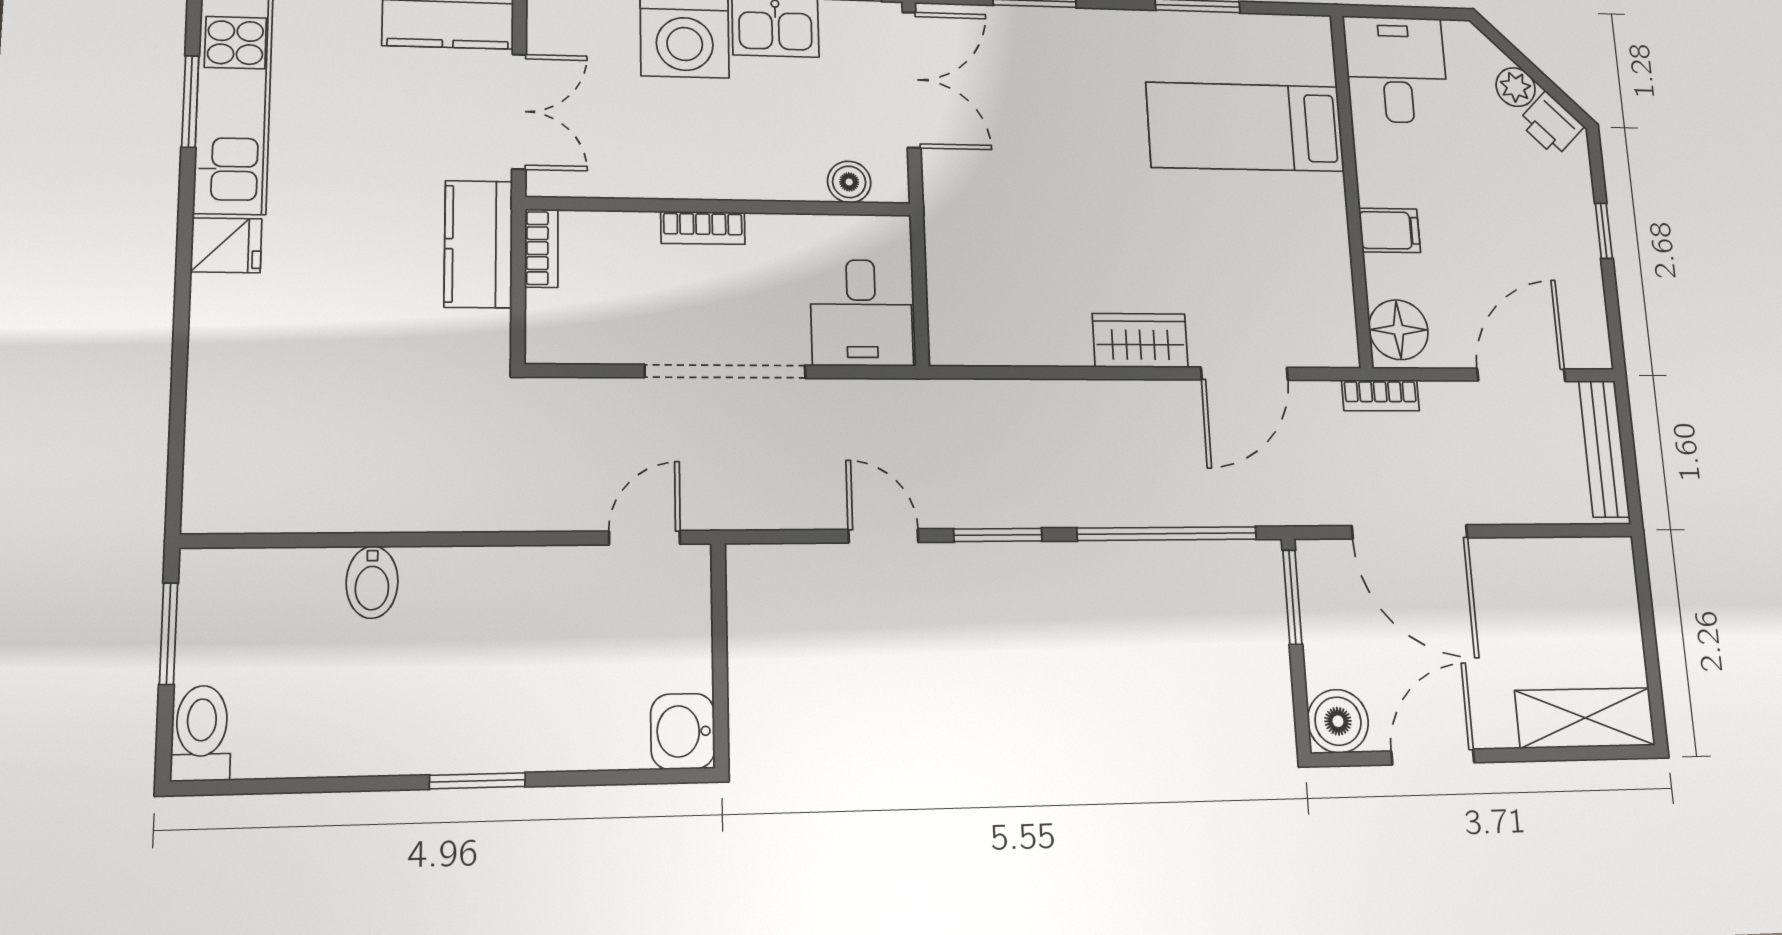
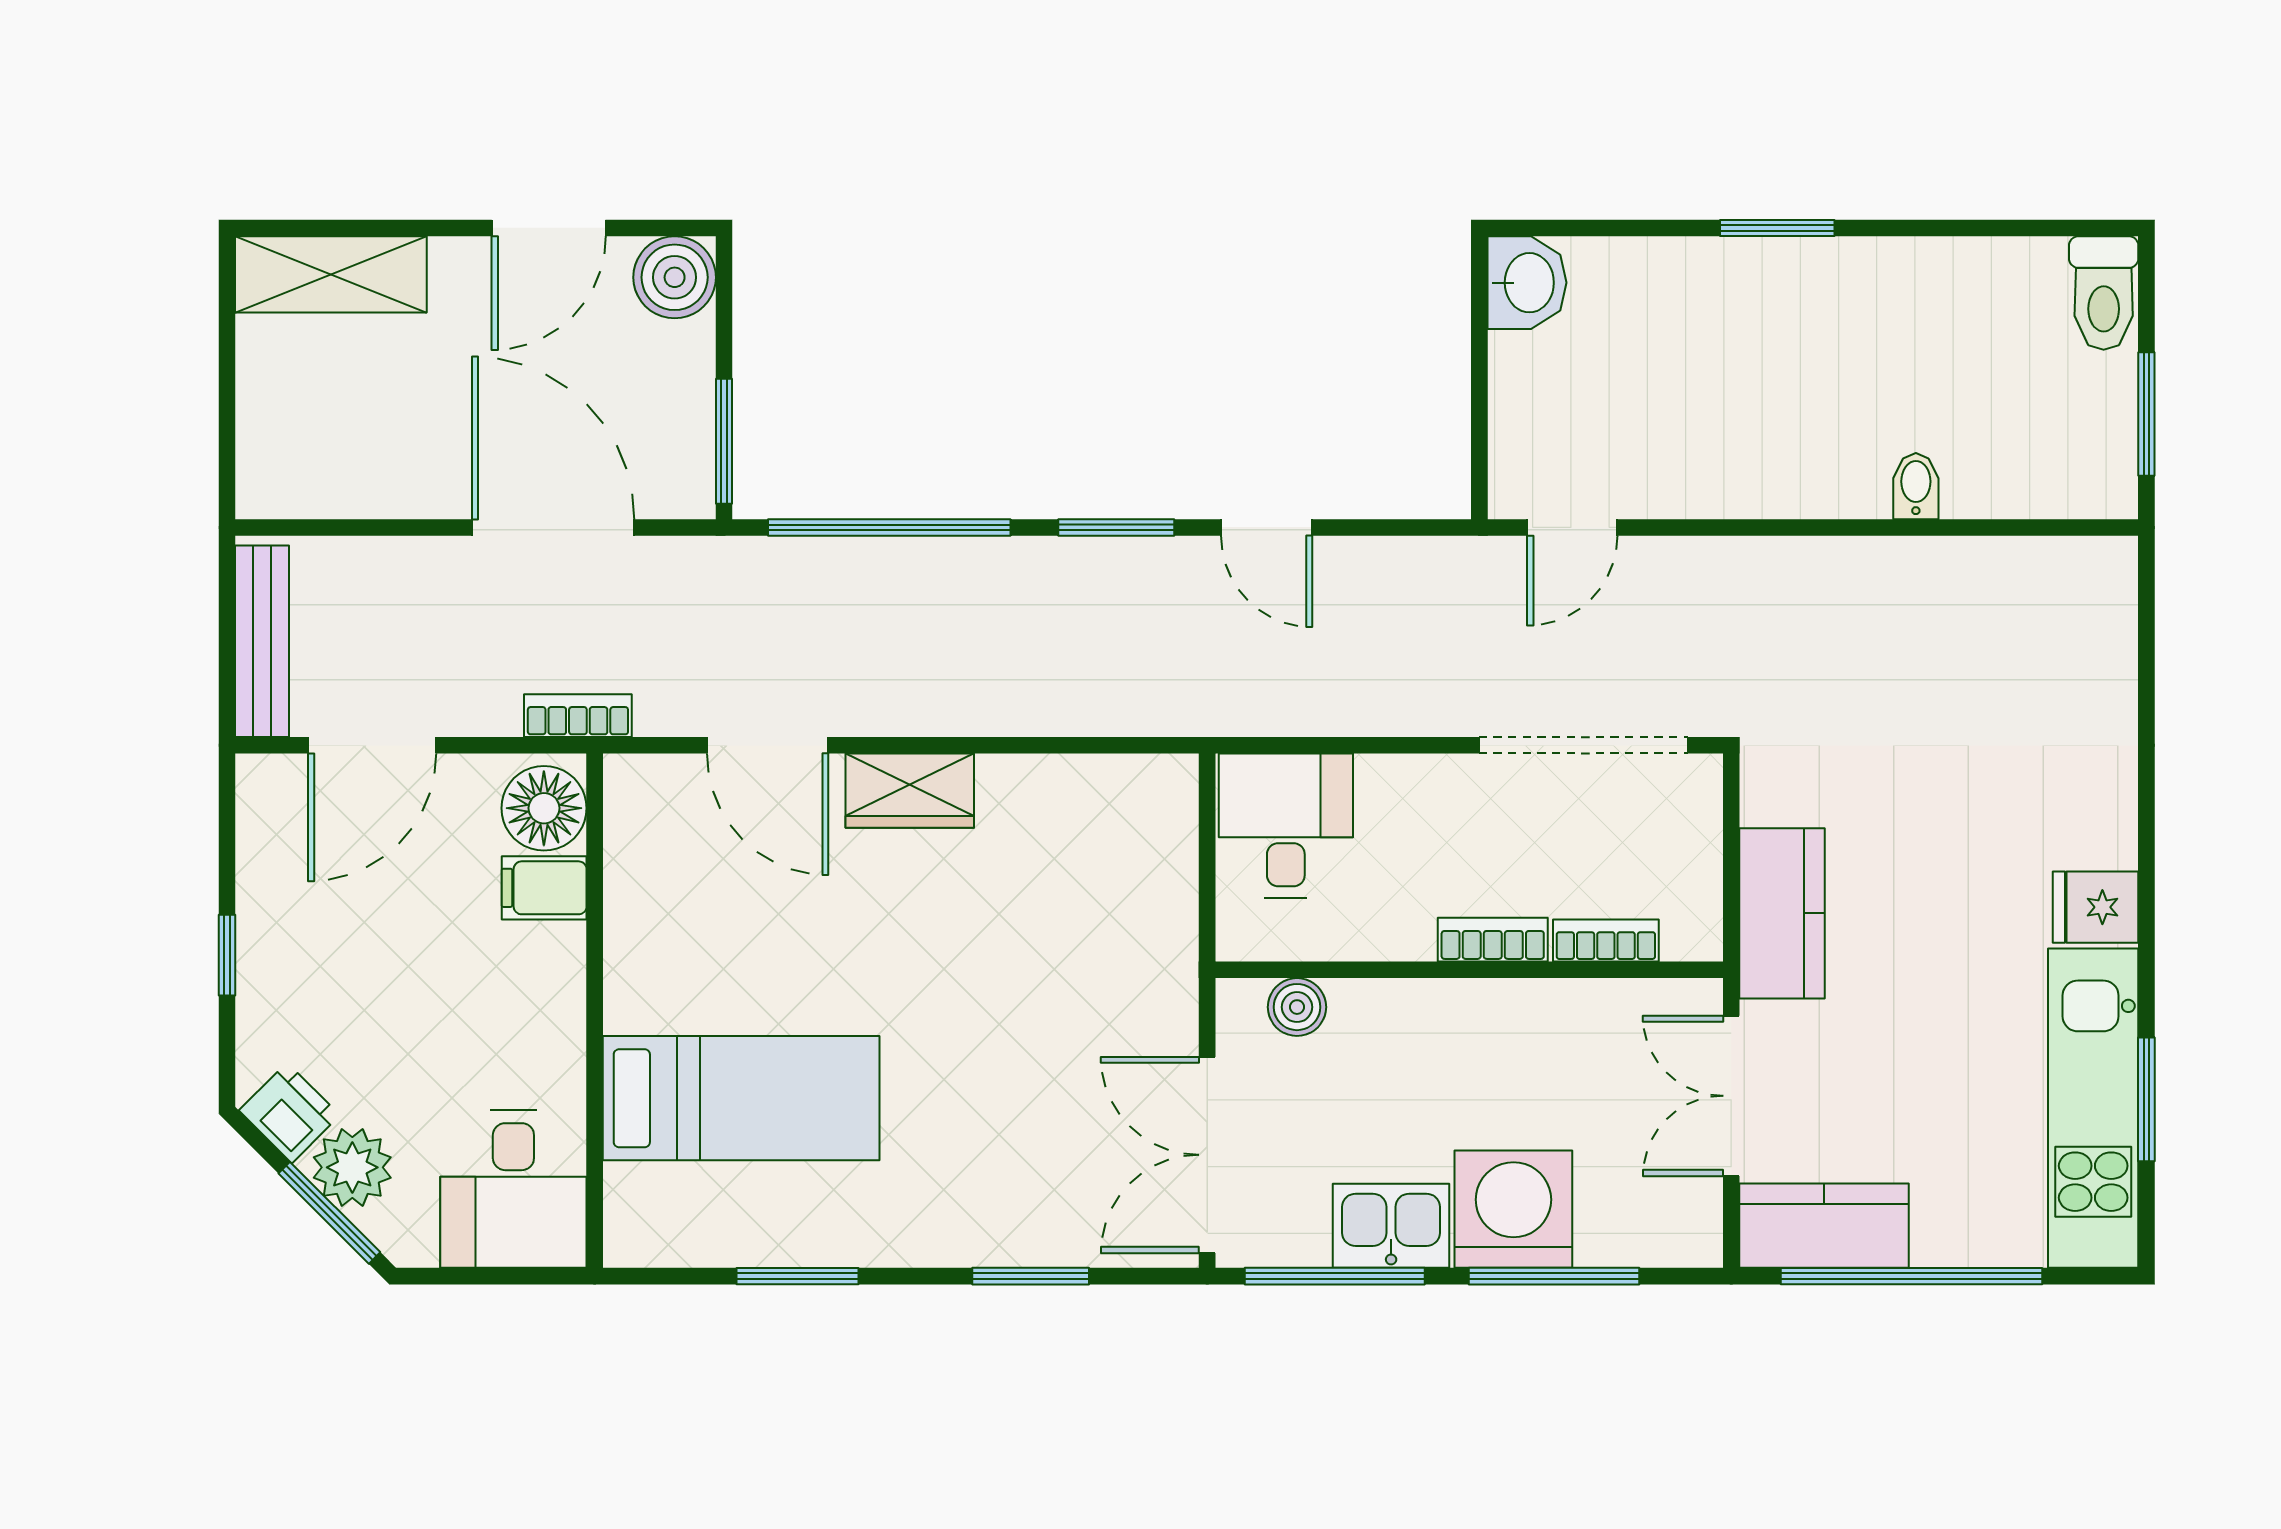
window: (1517, 57) -> (329, 1213), added
plant: (1516, 87) -> (352, 1167), width x1.38, depth x1.38
filing cabinet: (1390, 230) -> (544, 888), moved
bookcase: (541, 248) -> (1606, 941), moved, turned 90
doorway: (725, 371) -> (1583, 745), moved
door: (1244, 374) -> (768, 745), swing flipped
bidet: (372, 582) -> (1916, 486), width x0.72, depth x0.74

